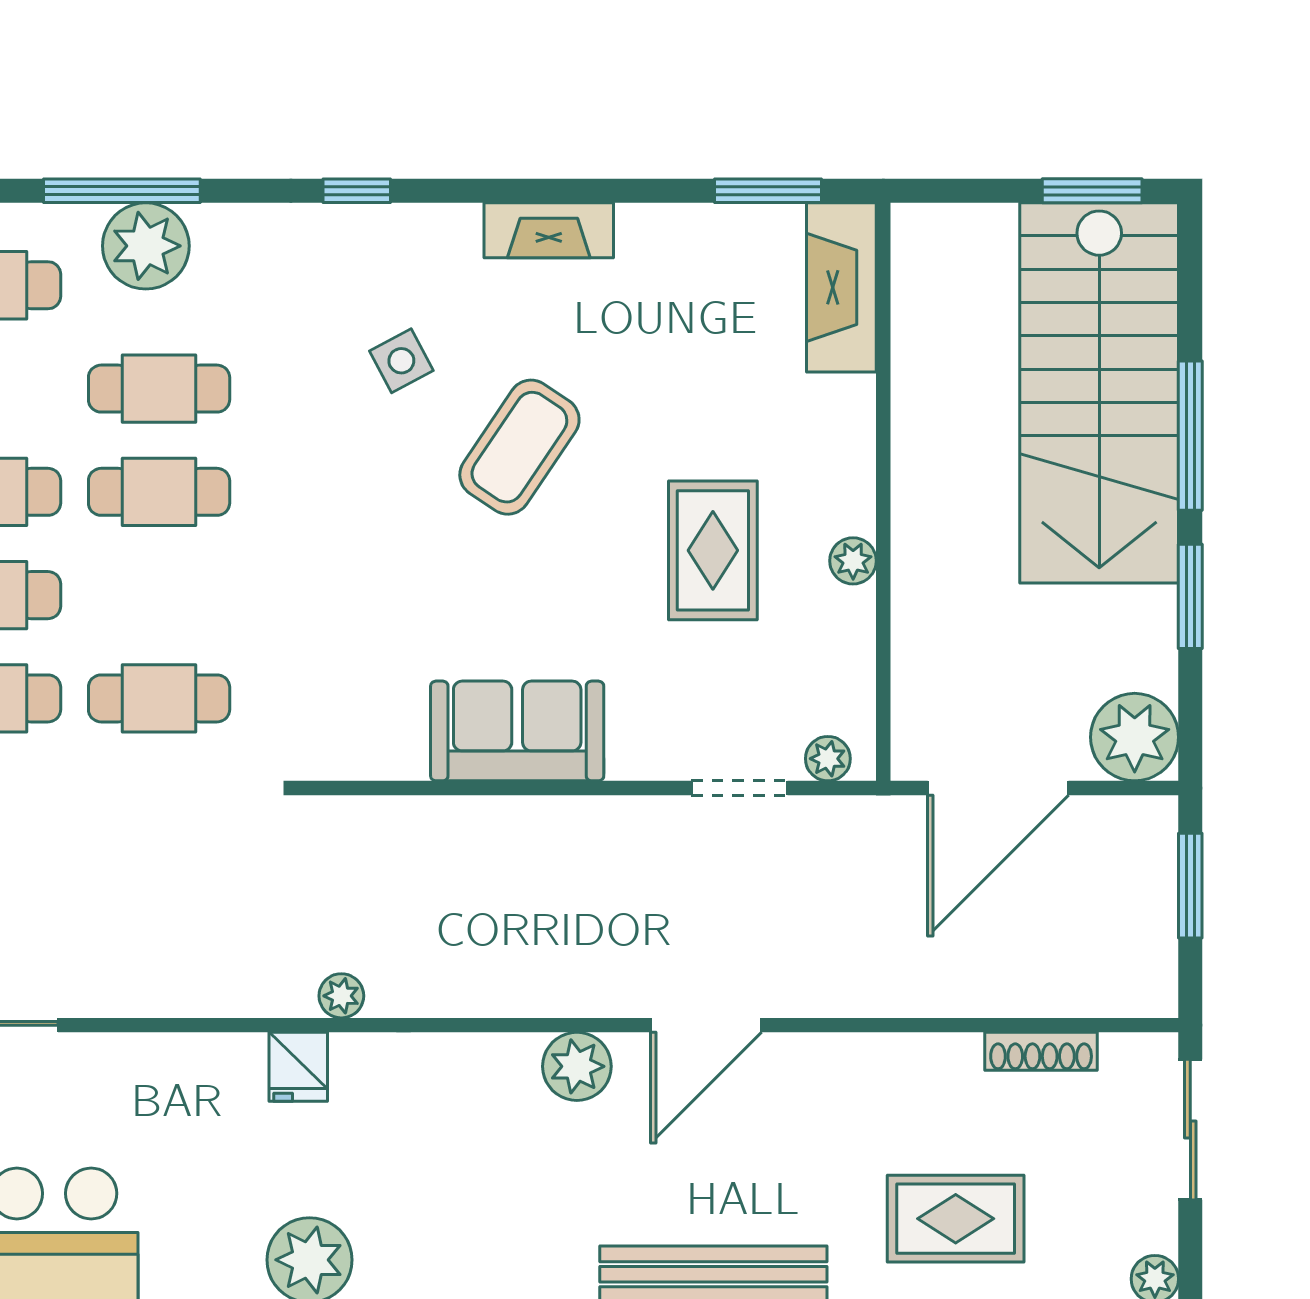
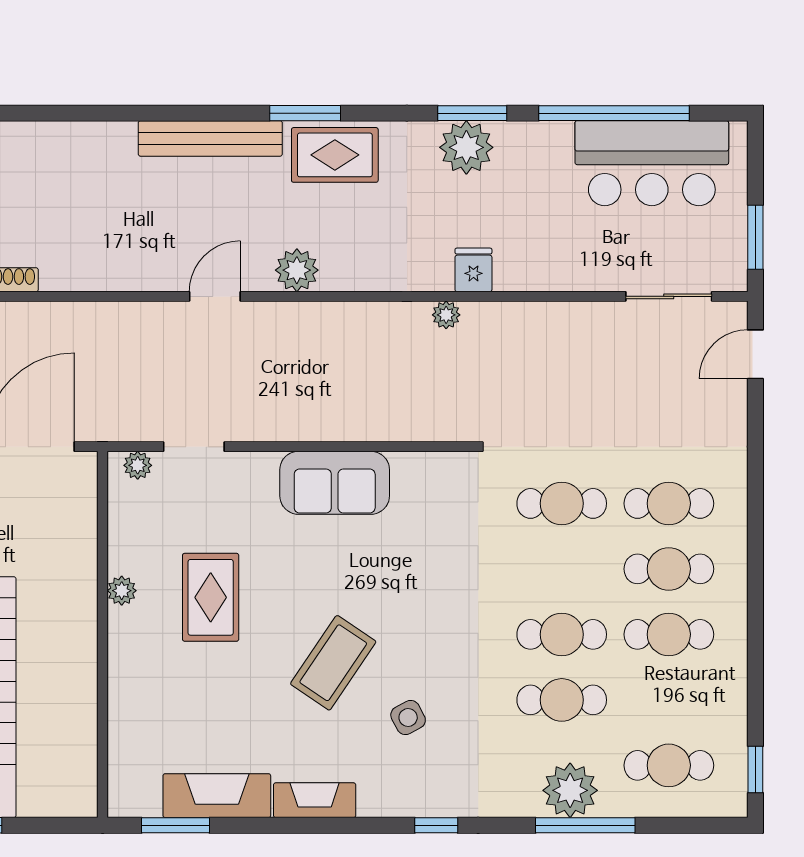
fireplace: (841, 287) -> (217, 796), moved, turned -90
door: (706, 1025) -> (215, 296), width x0.73
rug: (956, 1219) -> (335, 155), moved

